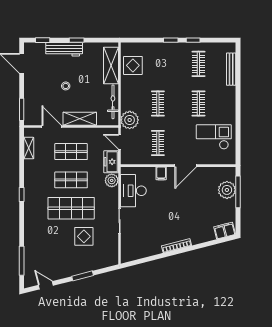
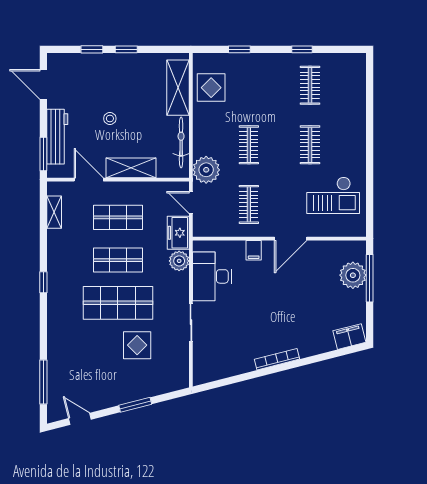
window: (43, 40) -> (92, 49), moved
window: (171, 40) -> (239, 49), moved
workbench: (64, 49) -> (57, 137), moved, turned -90
bench: (231, 69) -> (359, 93), removed
checkout: (214, 137) -> (333, 195), turned 180

